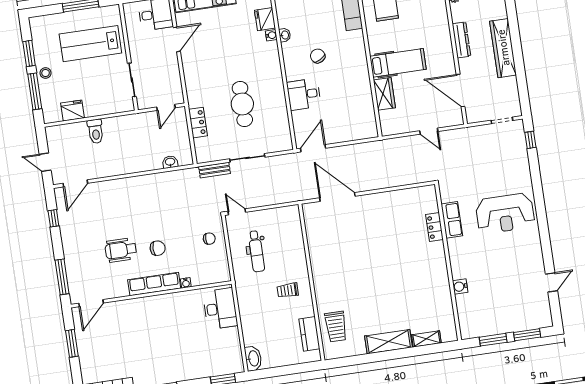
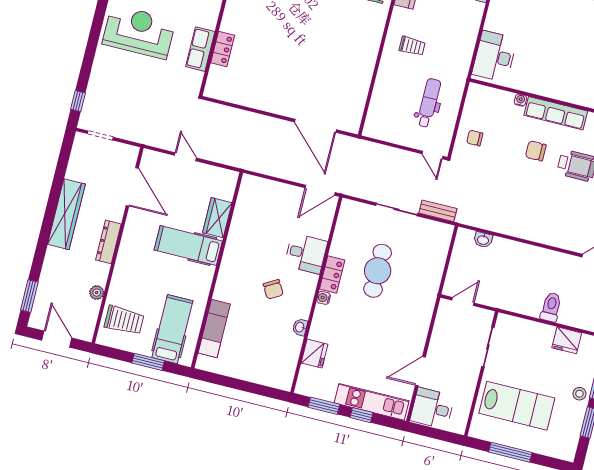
water cooler: (271, 35) -> (324, 298), moved
locker: (198, 123) -> (332, 274), moved, turned 180

